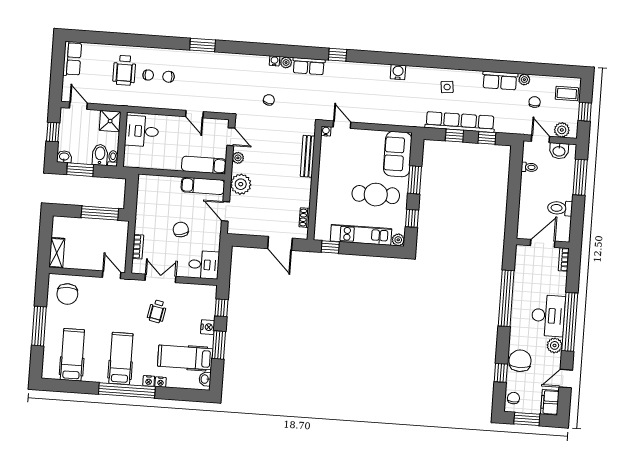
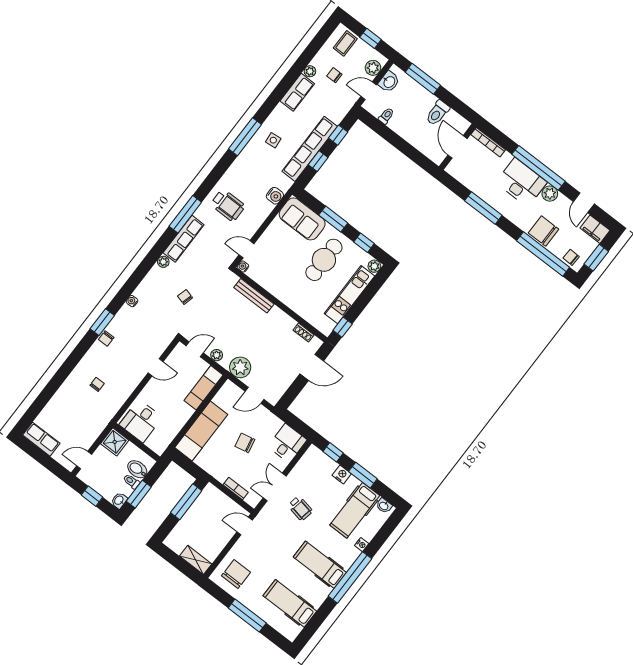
window: (338, 55) -> (185, 214), width x2.17
water cooler: (274, 61) -> (132, 301), moved
window: (435, 62) -> (245, 137), added
row of seats: (309, 66) -> (184, 239), width x1.48
wheelchair: (124, 70) -> (228, 205), moved
water cooler: (398, 72) -> (275, 196), moved, turned 180
chair: (168, 77) -> (106, 338), moved
toilet: (113, 158) -> (131, 481), moved
exam couch: (203, 186) -> (201, 431), moved, width x1.36, depth x1.45
bookcase: (564, 260) -> (488, 142), width x1.56
chair: (67, 294) -> (236, 574), turned -90
window: (506, 298) -> (483, 208), width x0.68
window: (501, 373) -> (543, 254), width x3.17
nightstand: (149, 381) -> (354, 554), removed

